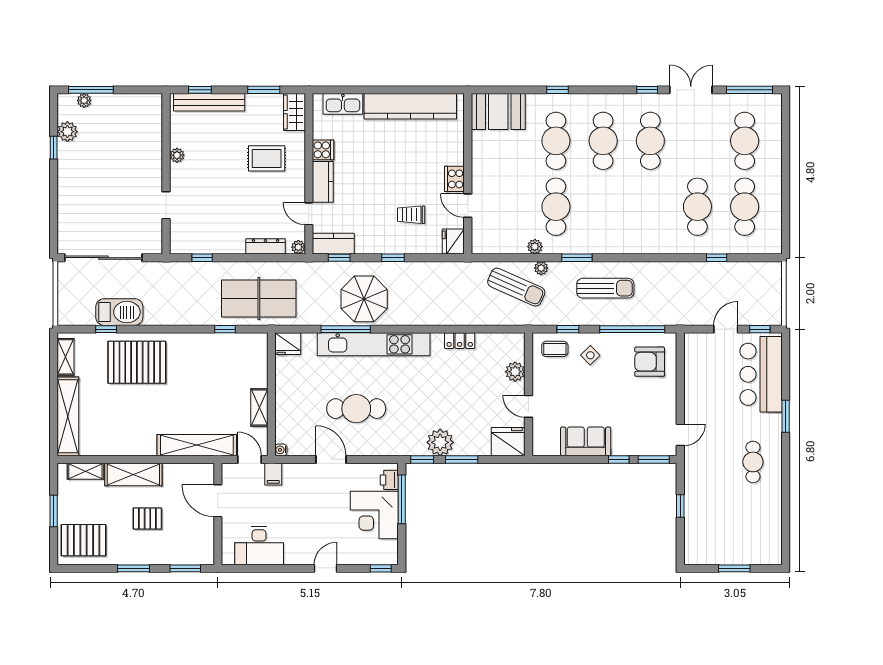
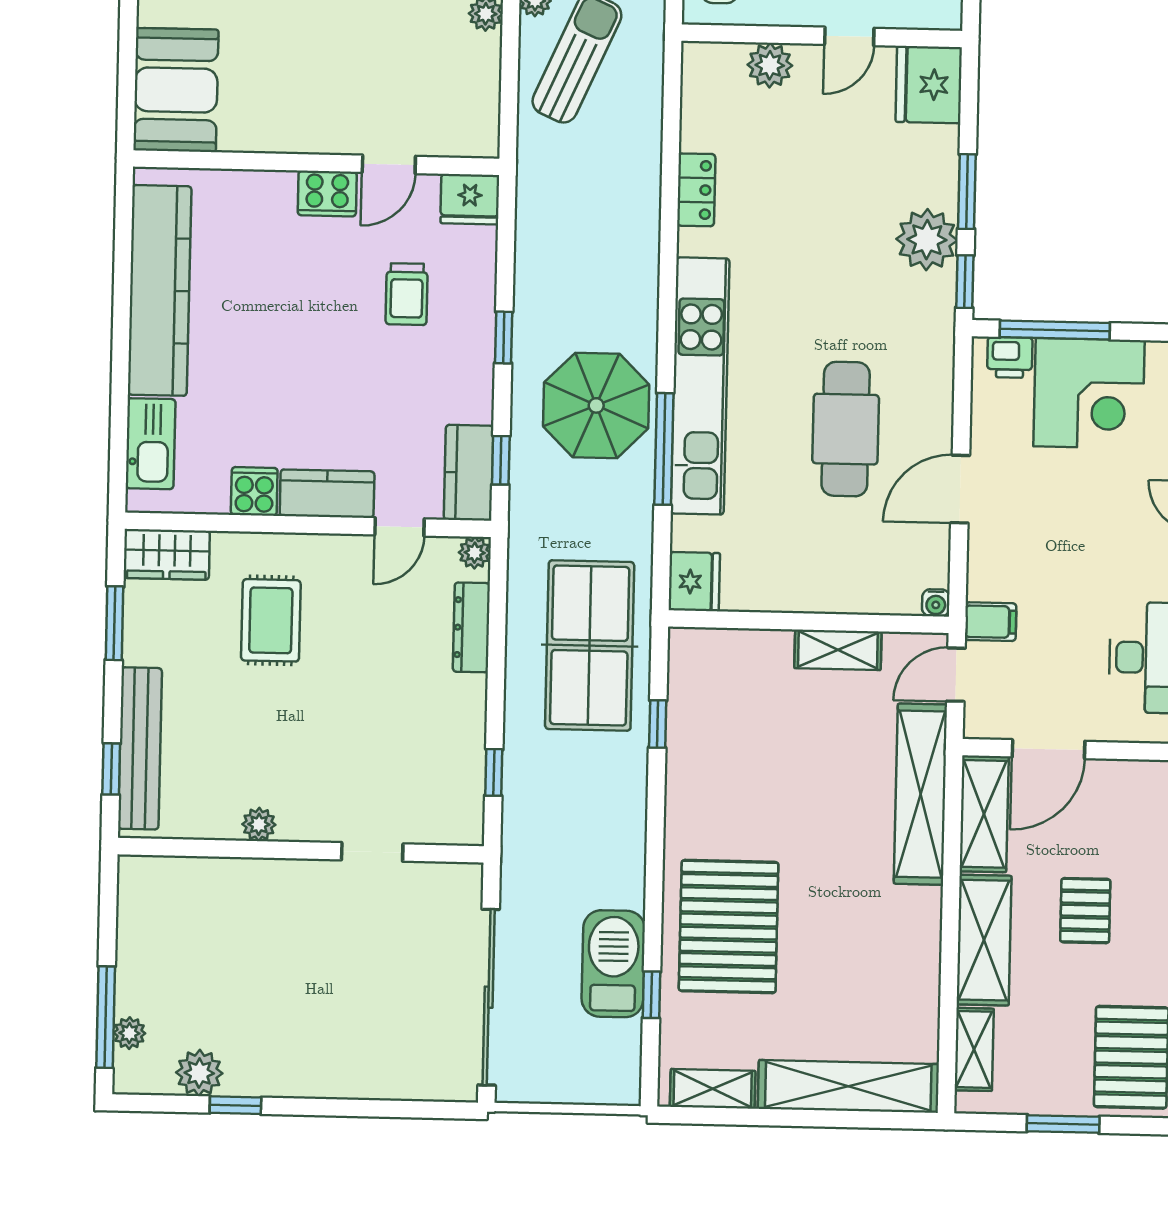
shelving: (189, 473) -> (984, 814), added

